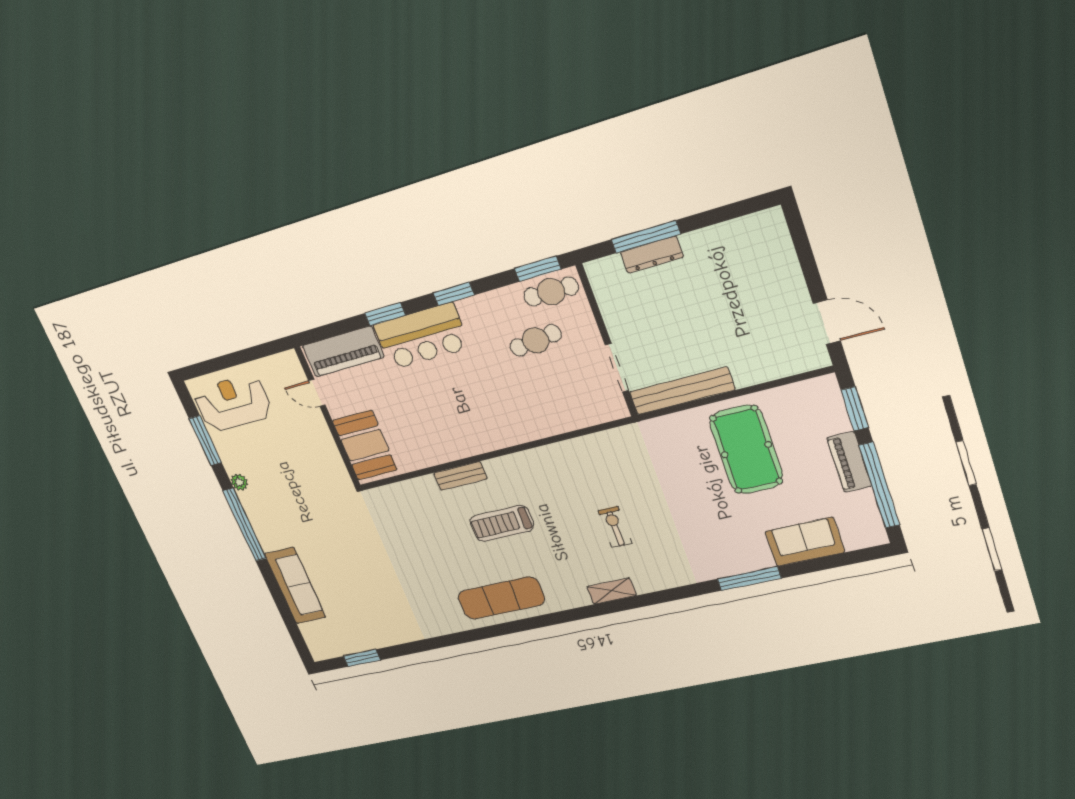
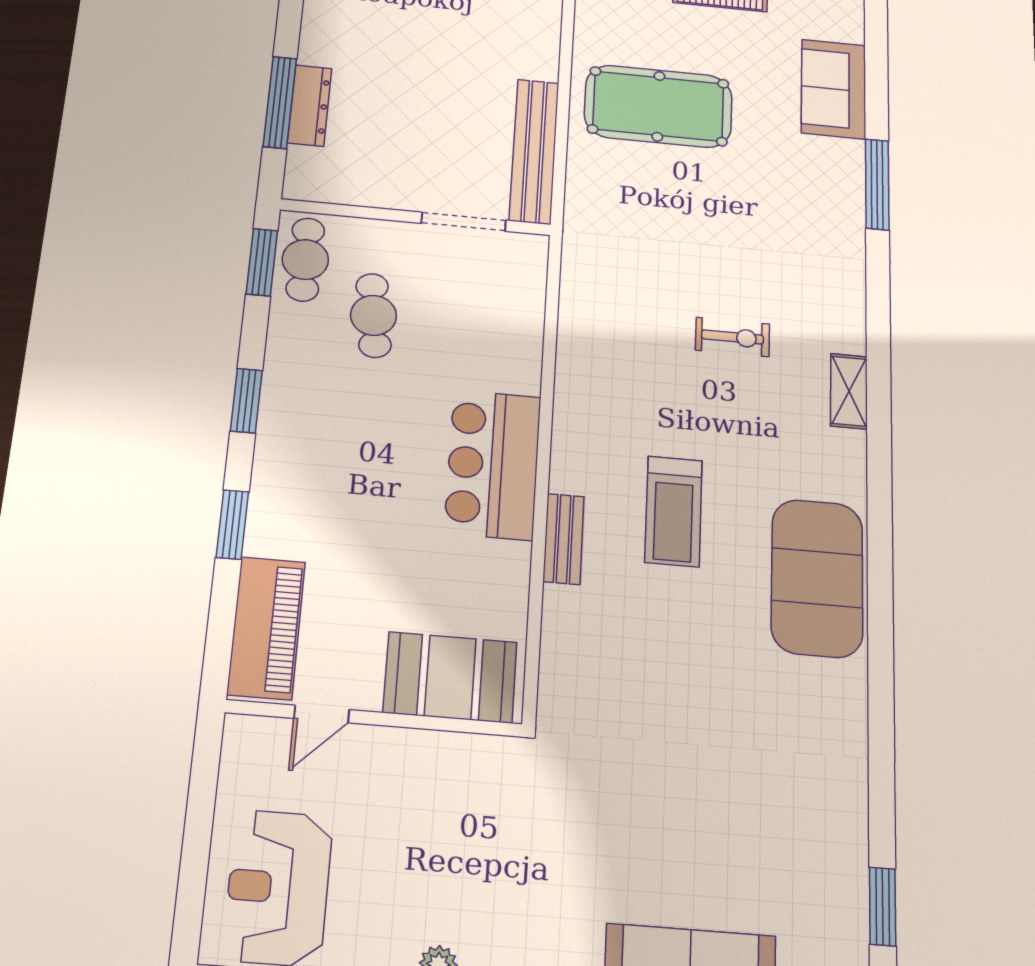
bar counter: (422, 336) -> (493, 464), moved, turned 180
exercise bike: (615, 527) -> (733, 337), turned 180
exercise mat: (501, 598) -> (817, 578), width x1.47

